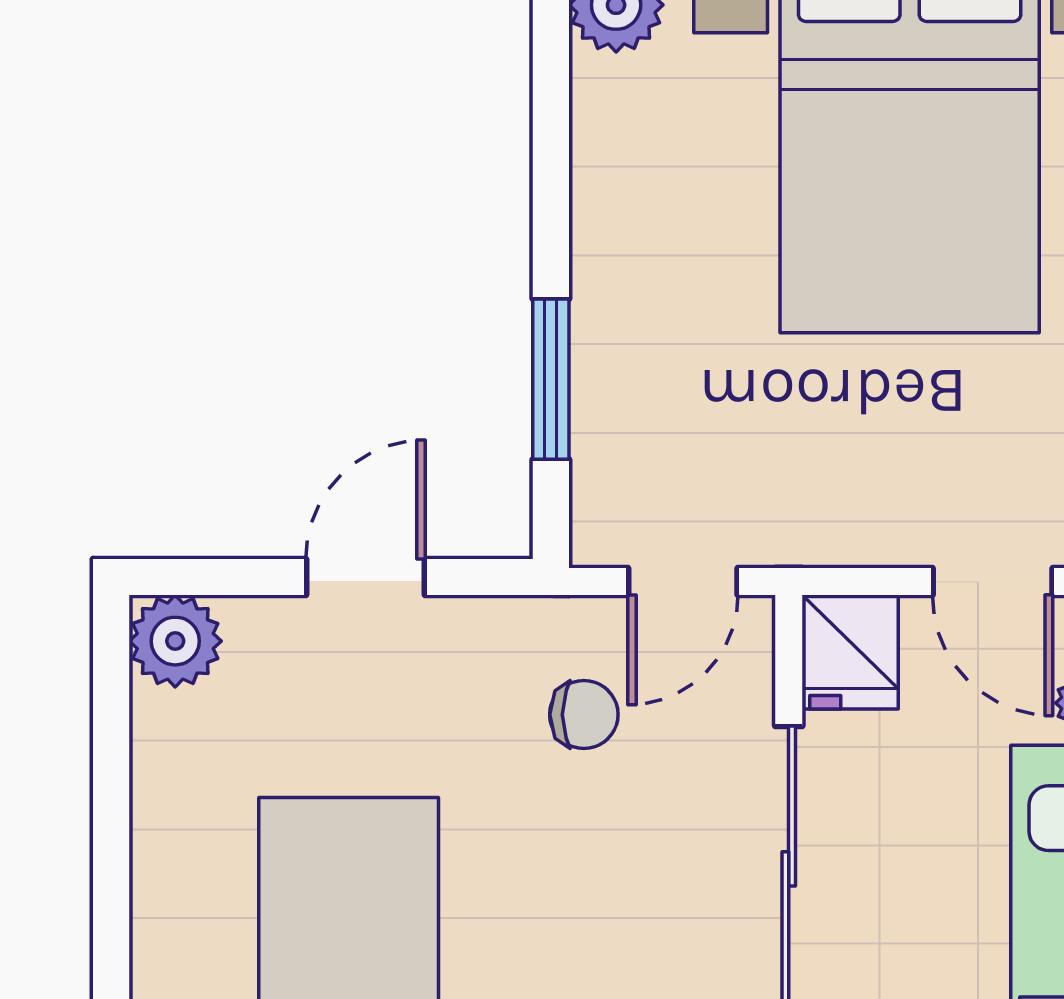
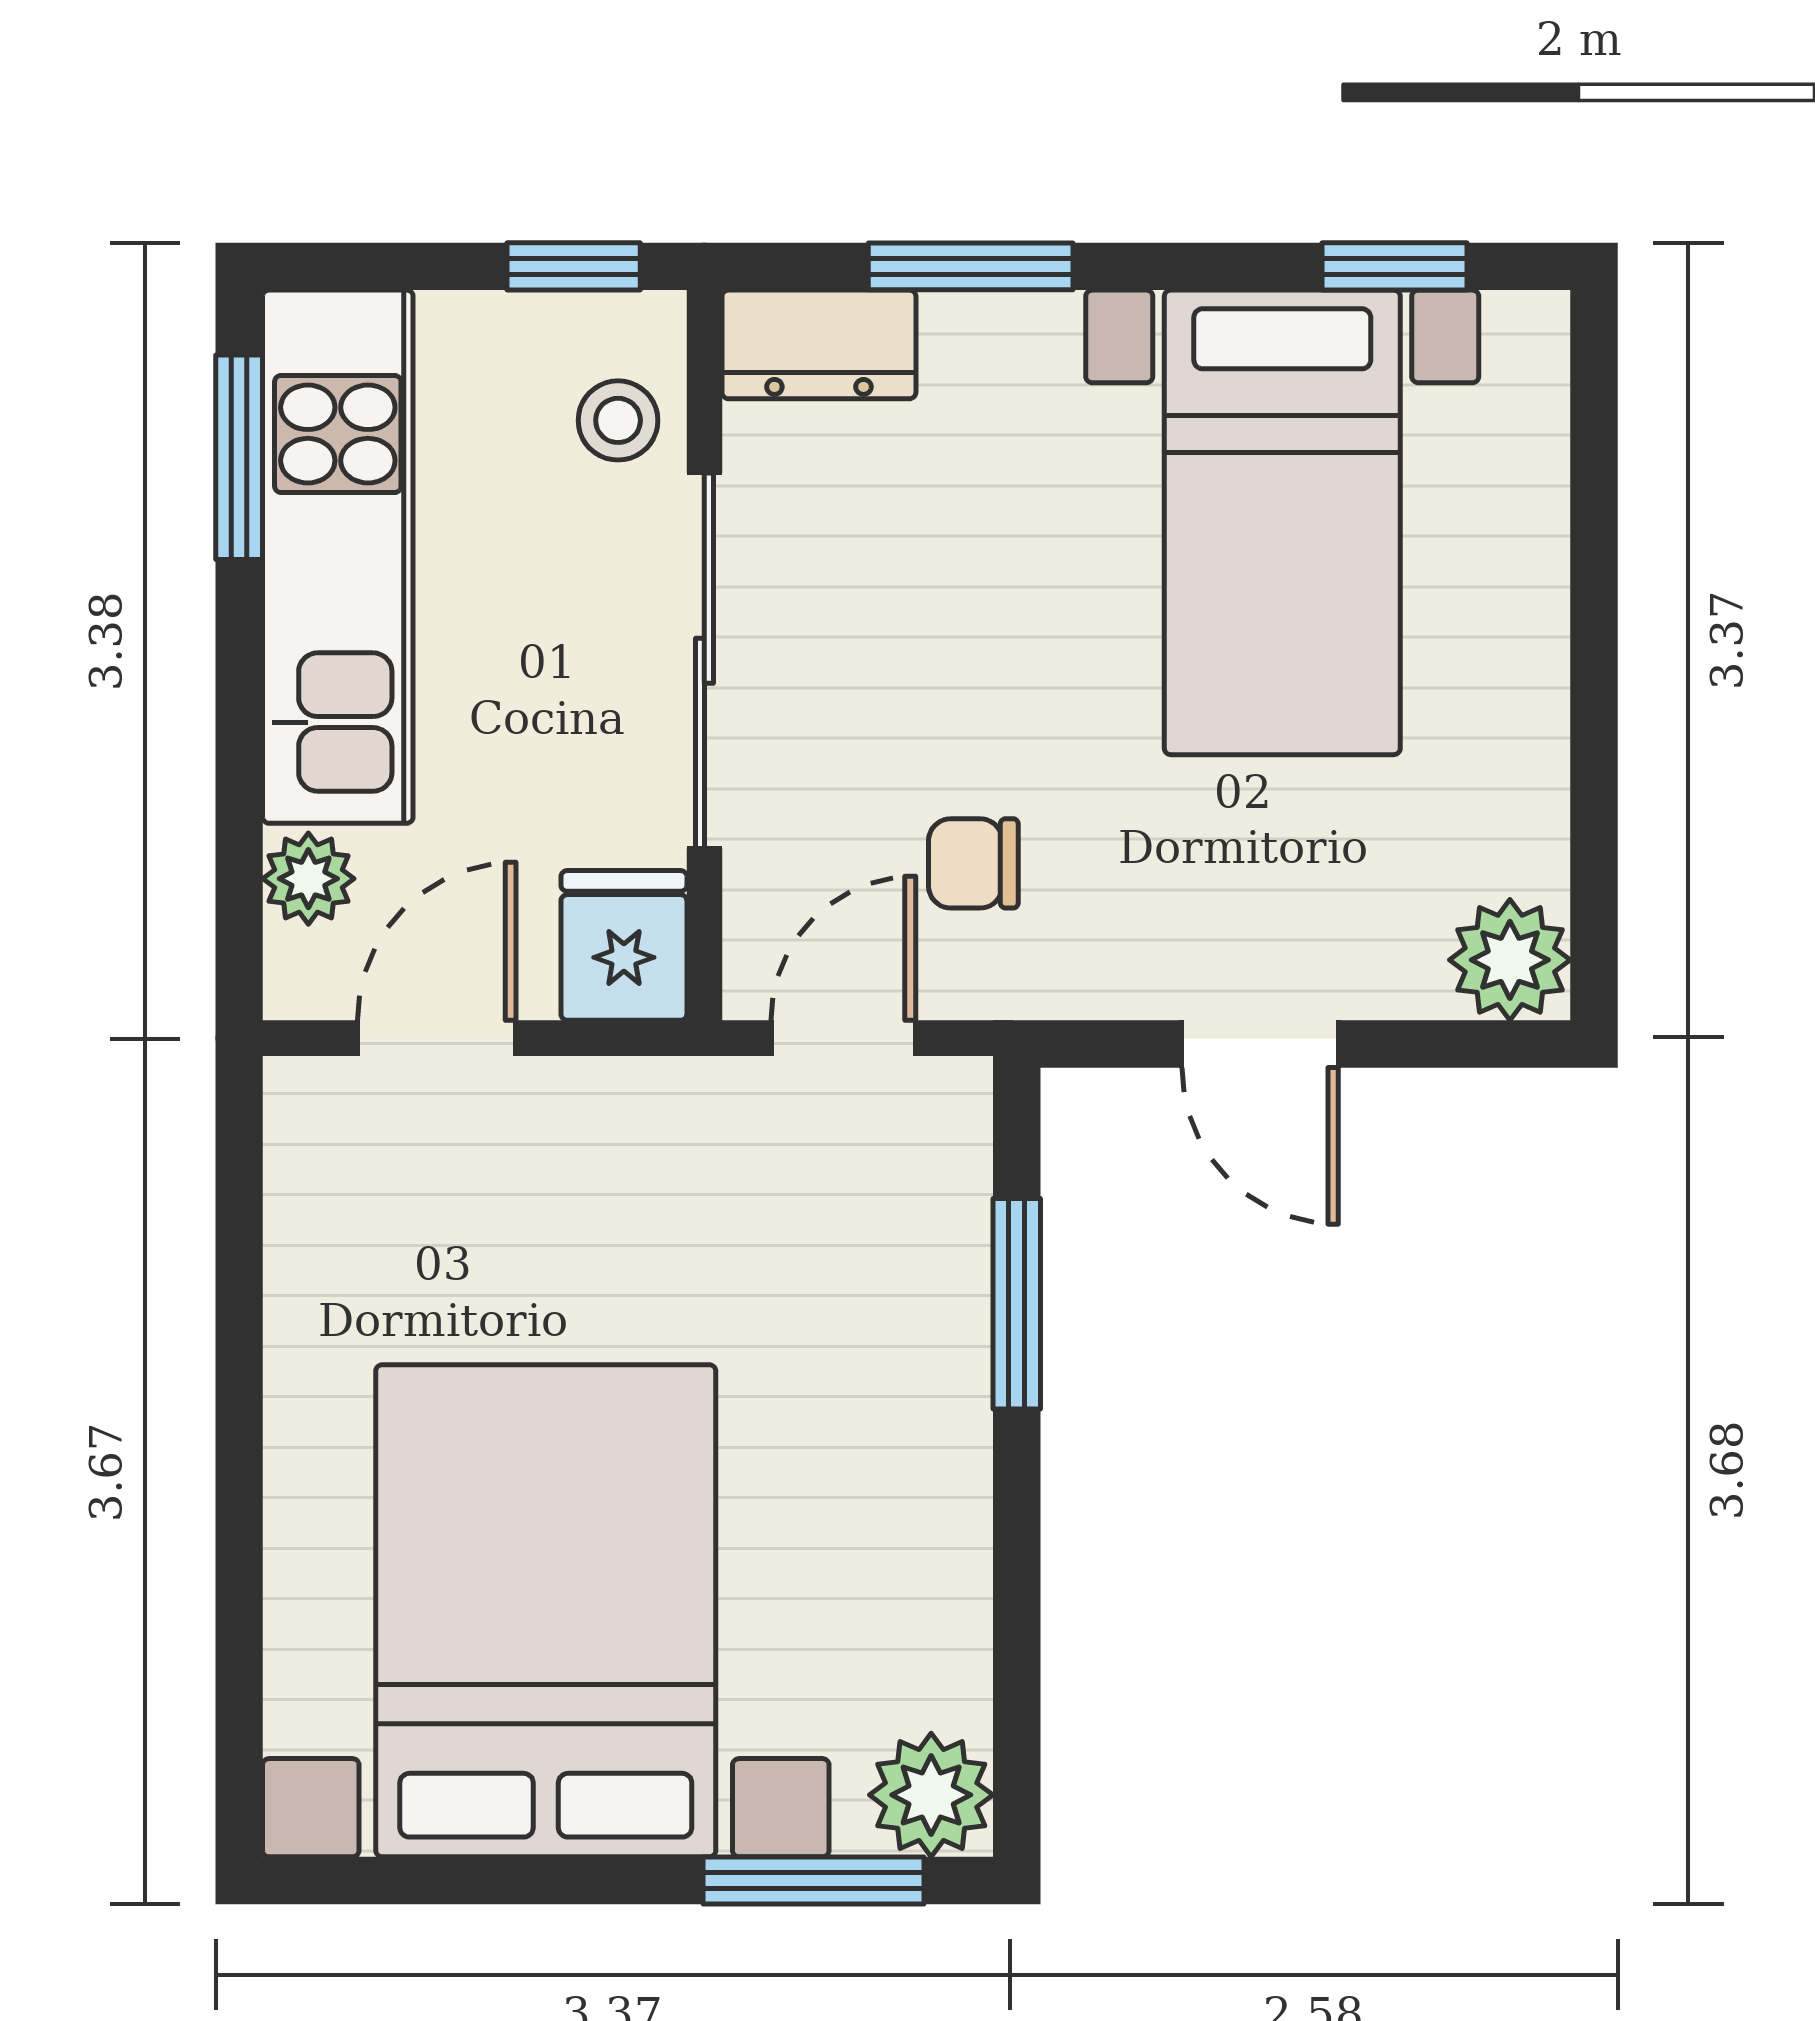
door: (365, 577) -> (1260, 1044), hinge flipped
door: (993, 581) -> (437, 1038), hinge flipped

